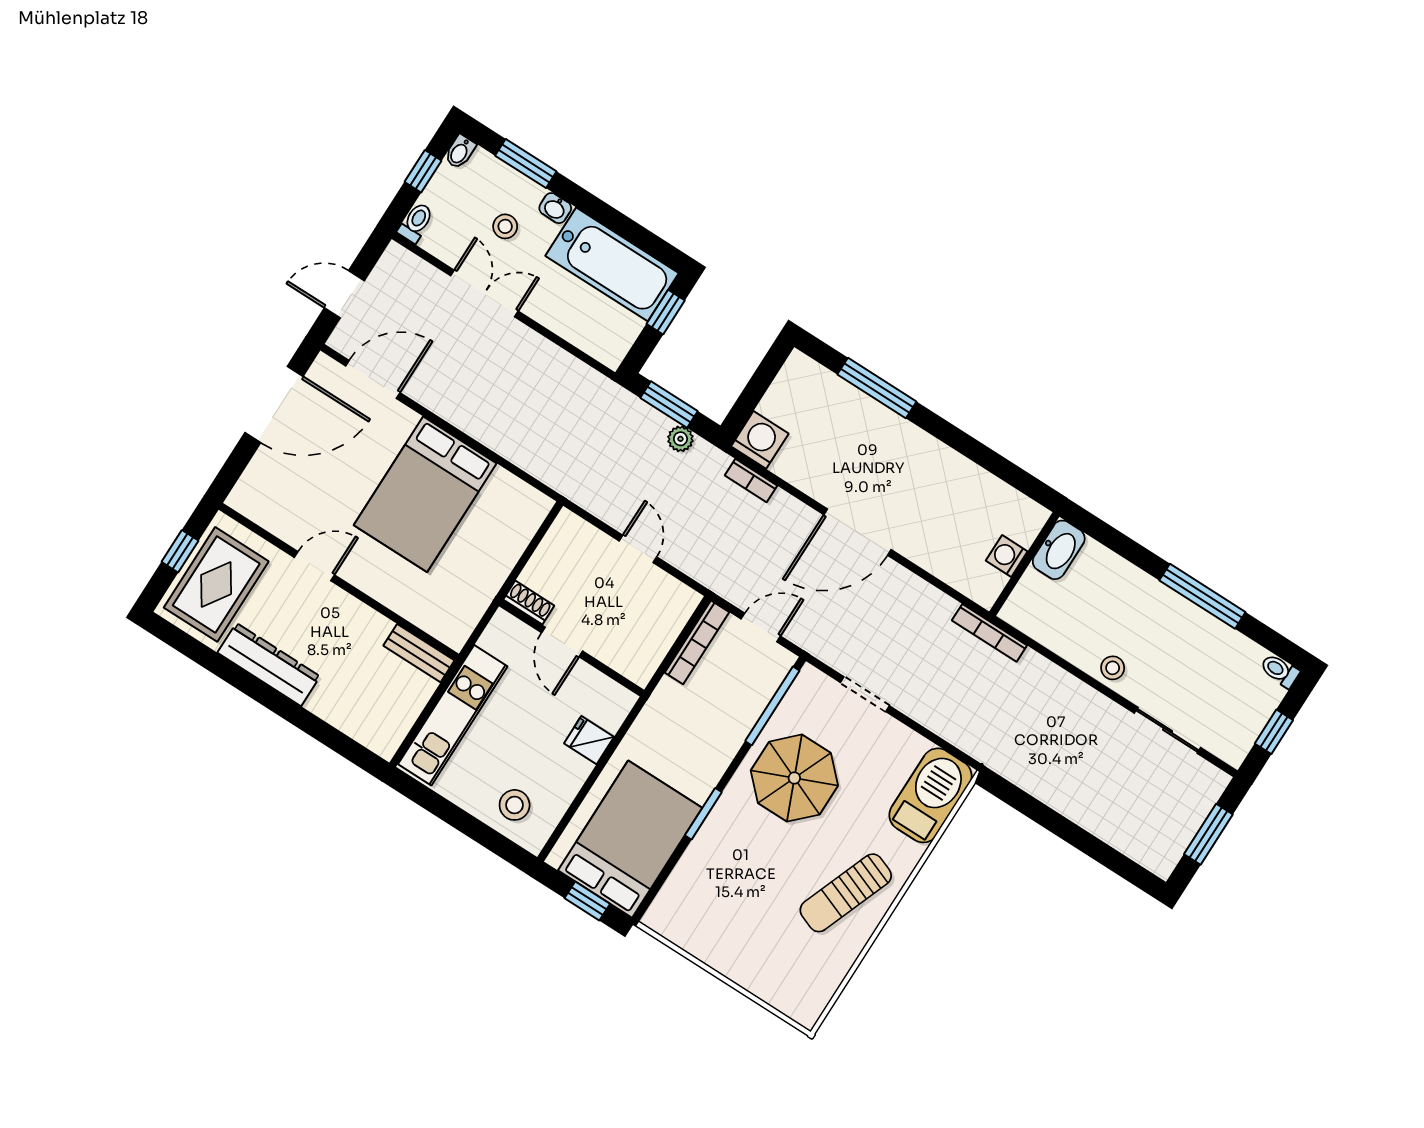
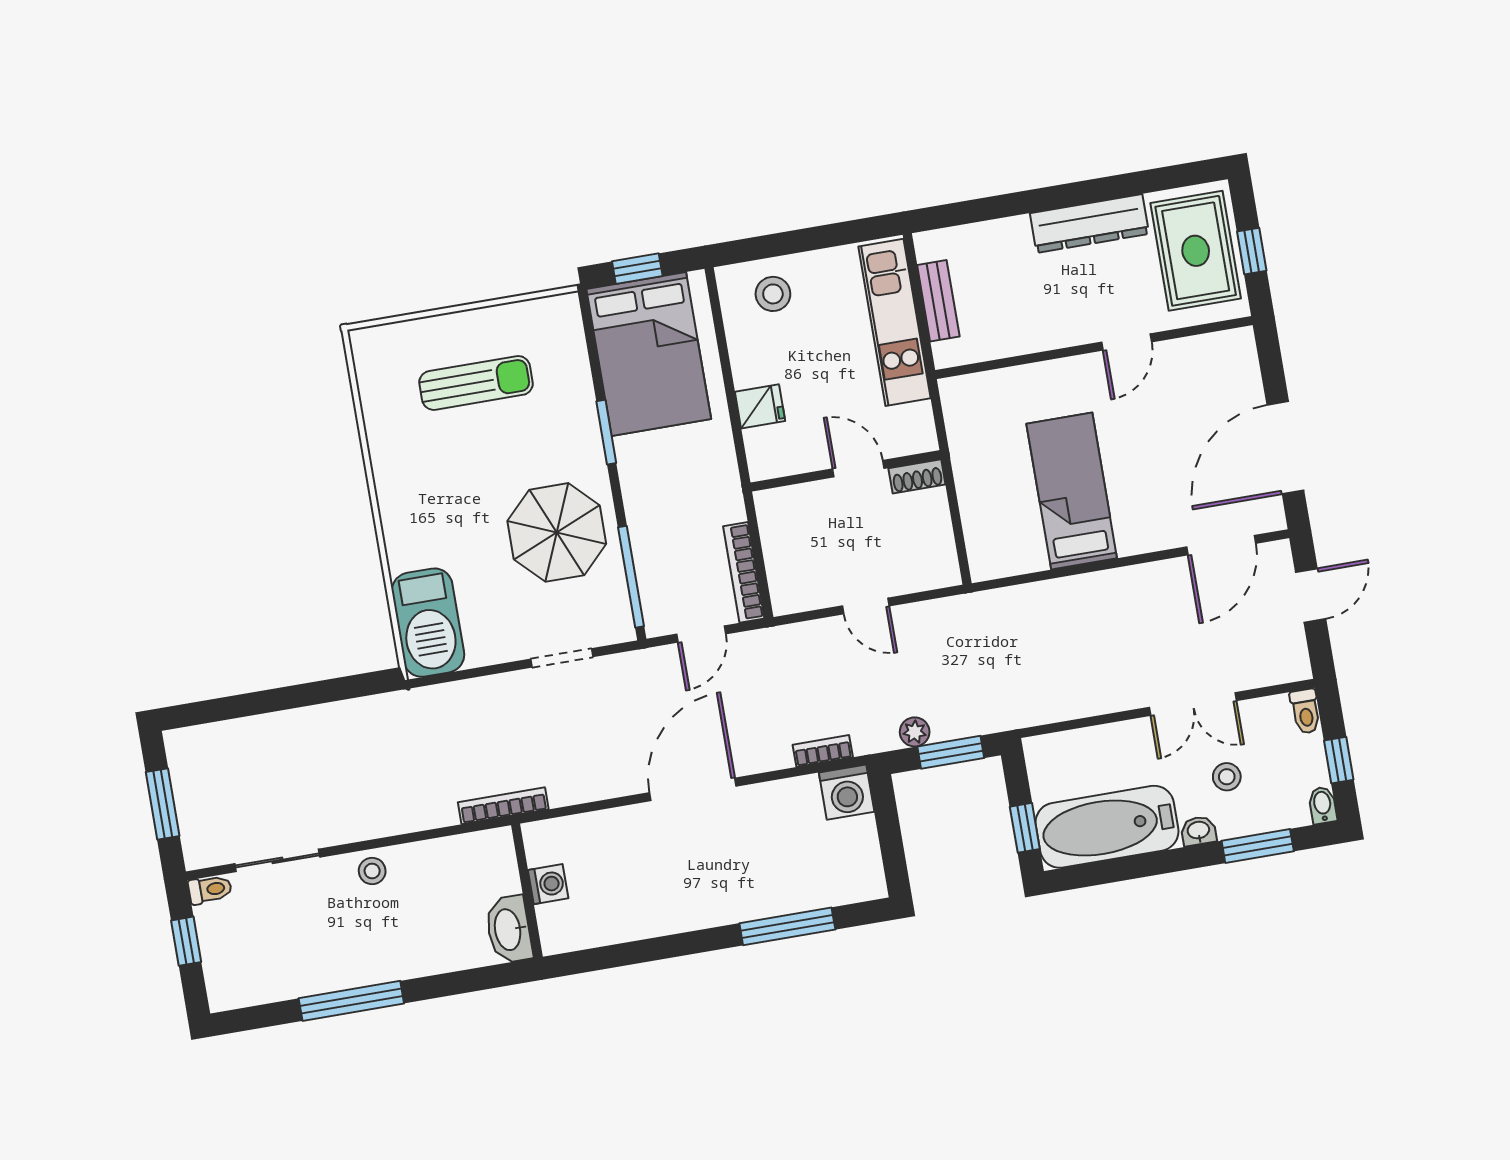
bed: (425, 494) -> (1072, 491), width x0.67
bench: (419, 653) -> (938, 301), moved, turned 90
toilet: (1280, 671) -> (210, 890), moved
sun lounger: (846, 893) -> (476, 383), moved, turned 69

